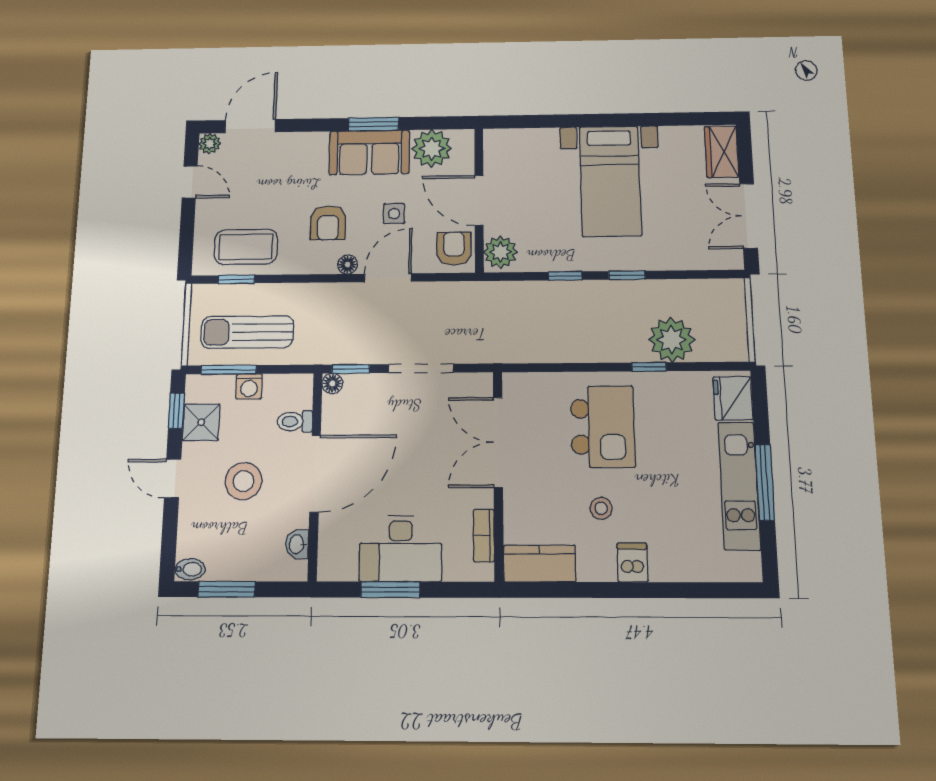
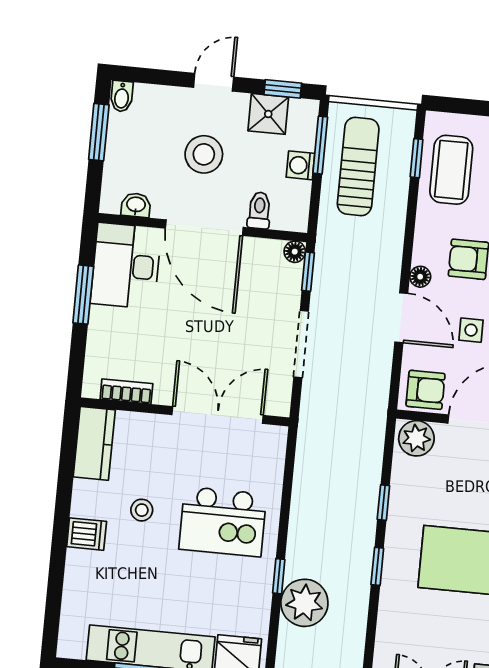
desk: (401, 549) -> (126, 266), moved

